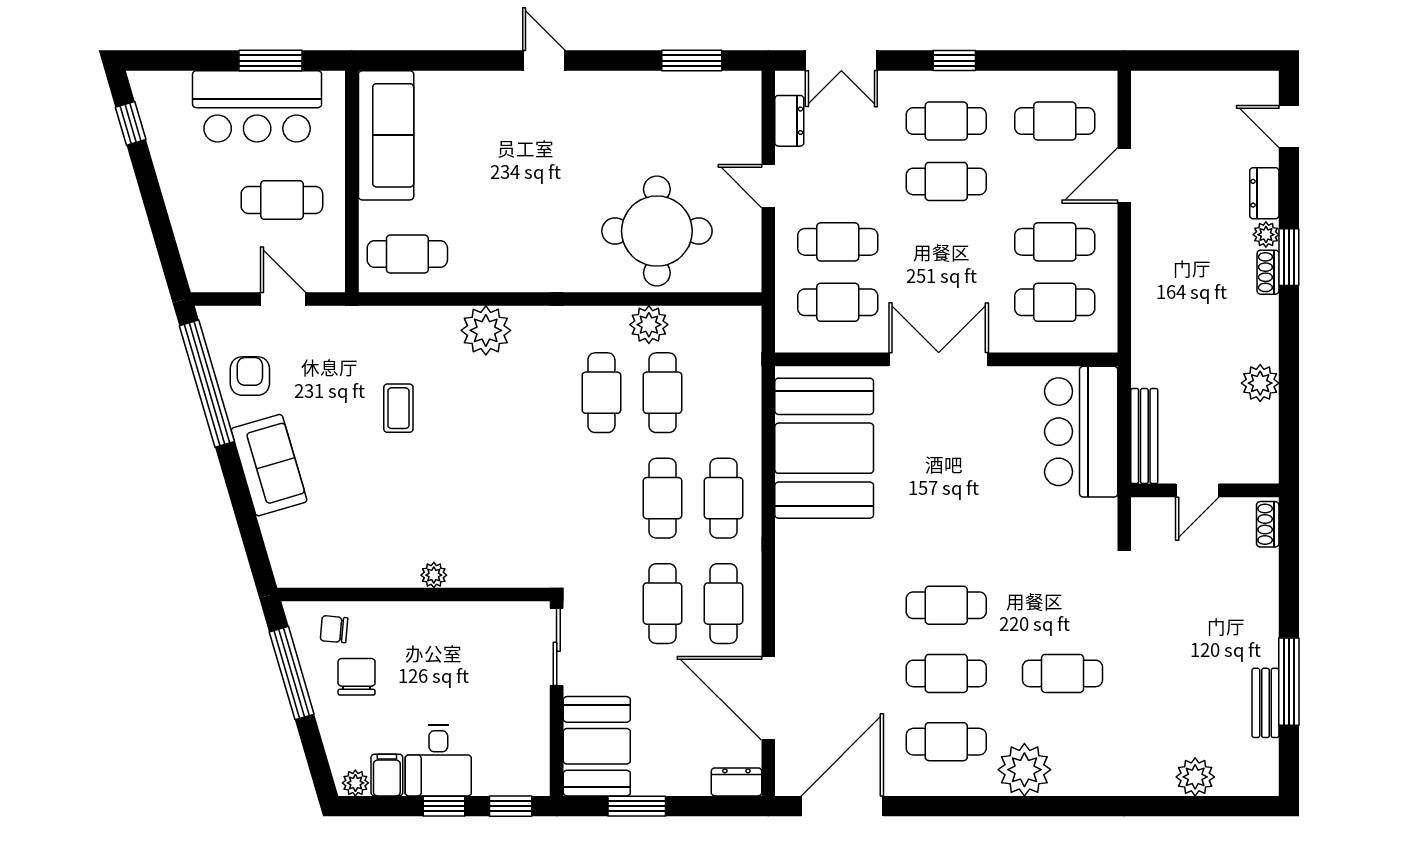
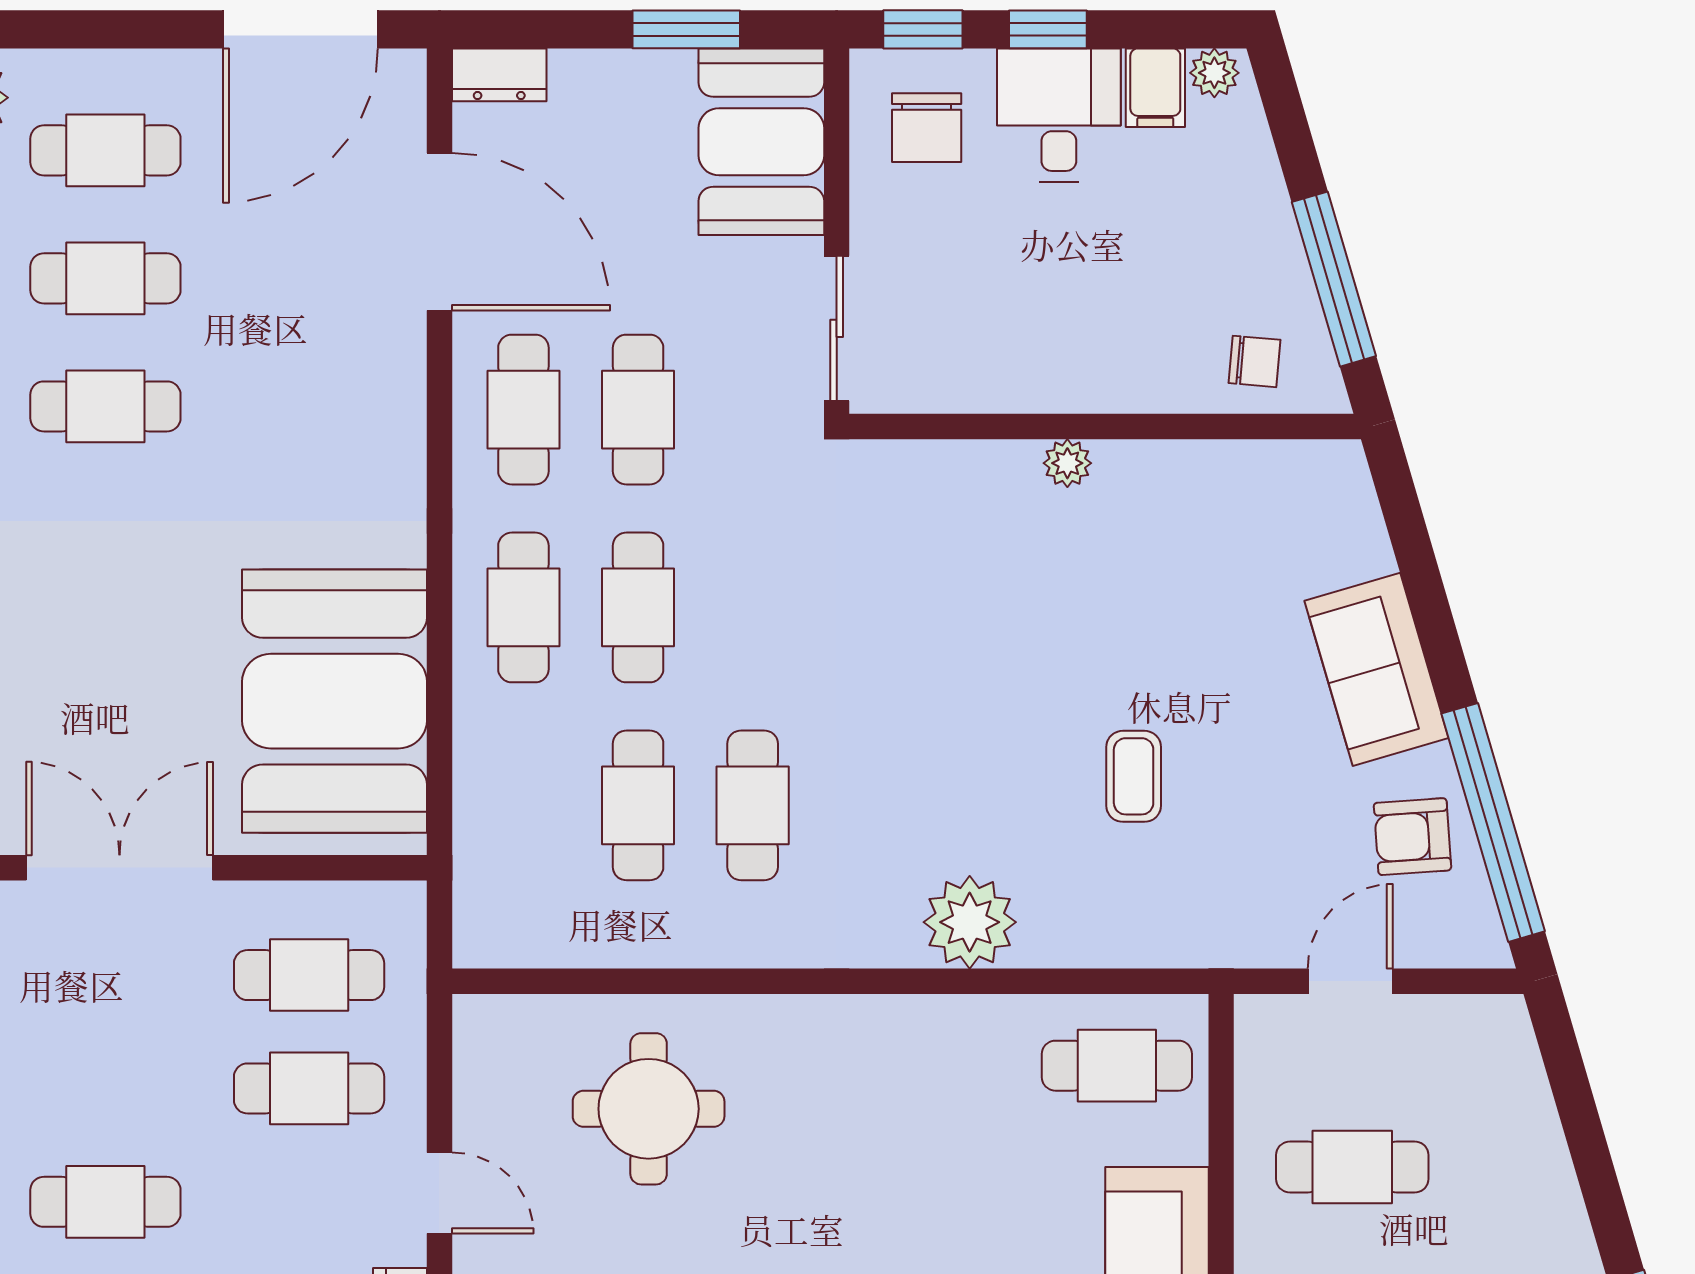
round table: (657, 231) -> (649, 1109), width x0.73, depth x0.73
door: (283, 299) -> (1350, 981), swing flipped
plant: (649, 325) -> (664, 933), removed
double door: (939, 359) -> (120, 868), swing flipped
armchair: (250, 376) -> (1412, 837), turned 86
chair: (357, 677) -> (927, 128), moved

